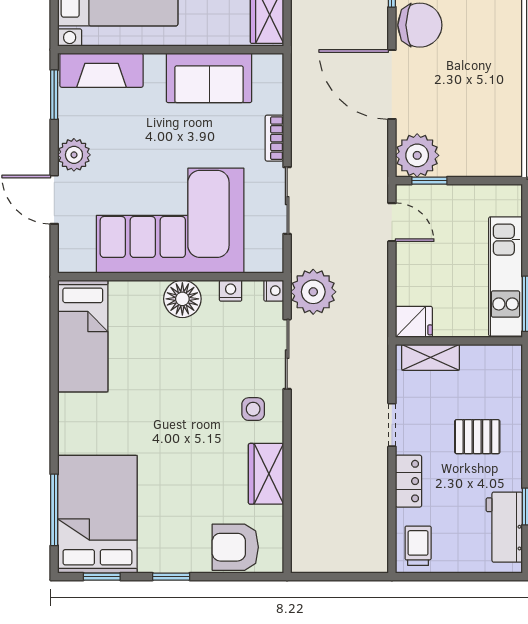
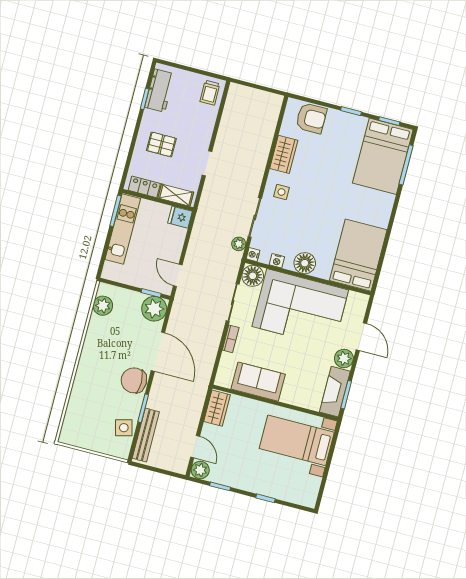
fireplace: (101, 70) -> (335, 392), moved, turned -90
plant: (505, 138) -> (103, 306), added
floor lamp: (265, 255) -> (253, 276), added
plant: (313, 292) -> (239, 244), width x0.53, depth x0.53
bed: (83, 336) -> (358, 255), width x1.50
locker: (408, 481) -> (144, 187), moved, turned 90

